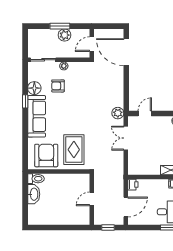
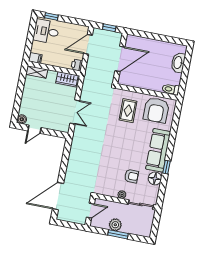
door: (126, 52) -> (58, 196), swing flipped
plant: (118, 113) -> (78, 138), removed
door: (145, 114) -> (35, 129), moved
rug: (74, 150) -> (128, 111), width x0.73, depth x0.70
wardrobe: (140, 169) -> (67, 79), added
washbasin: (34, 194) -> (178, 63), moved
door: (92, 199) -> (120, 59), width x1.87

